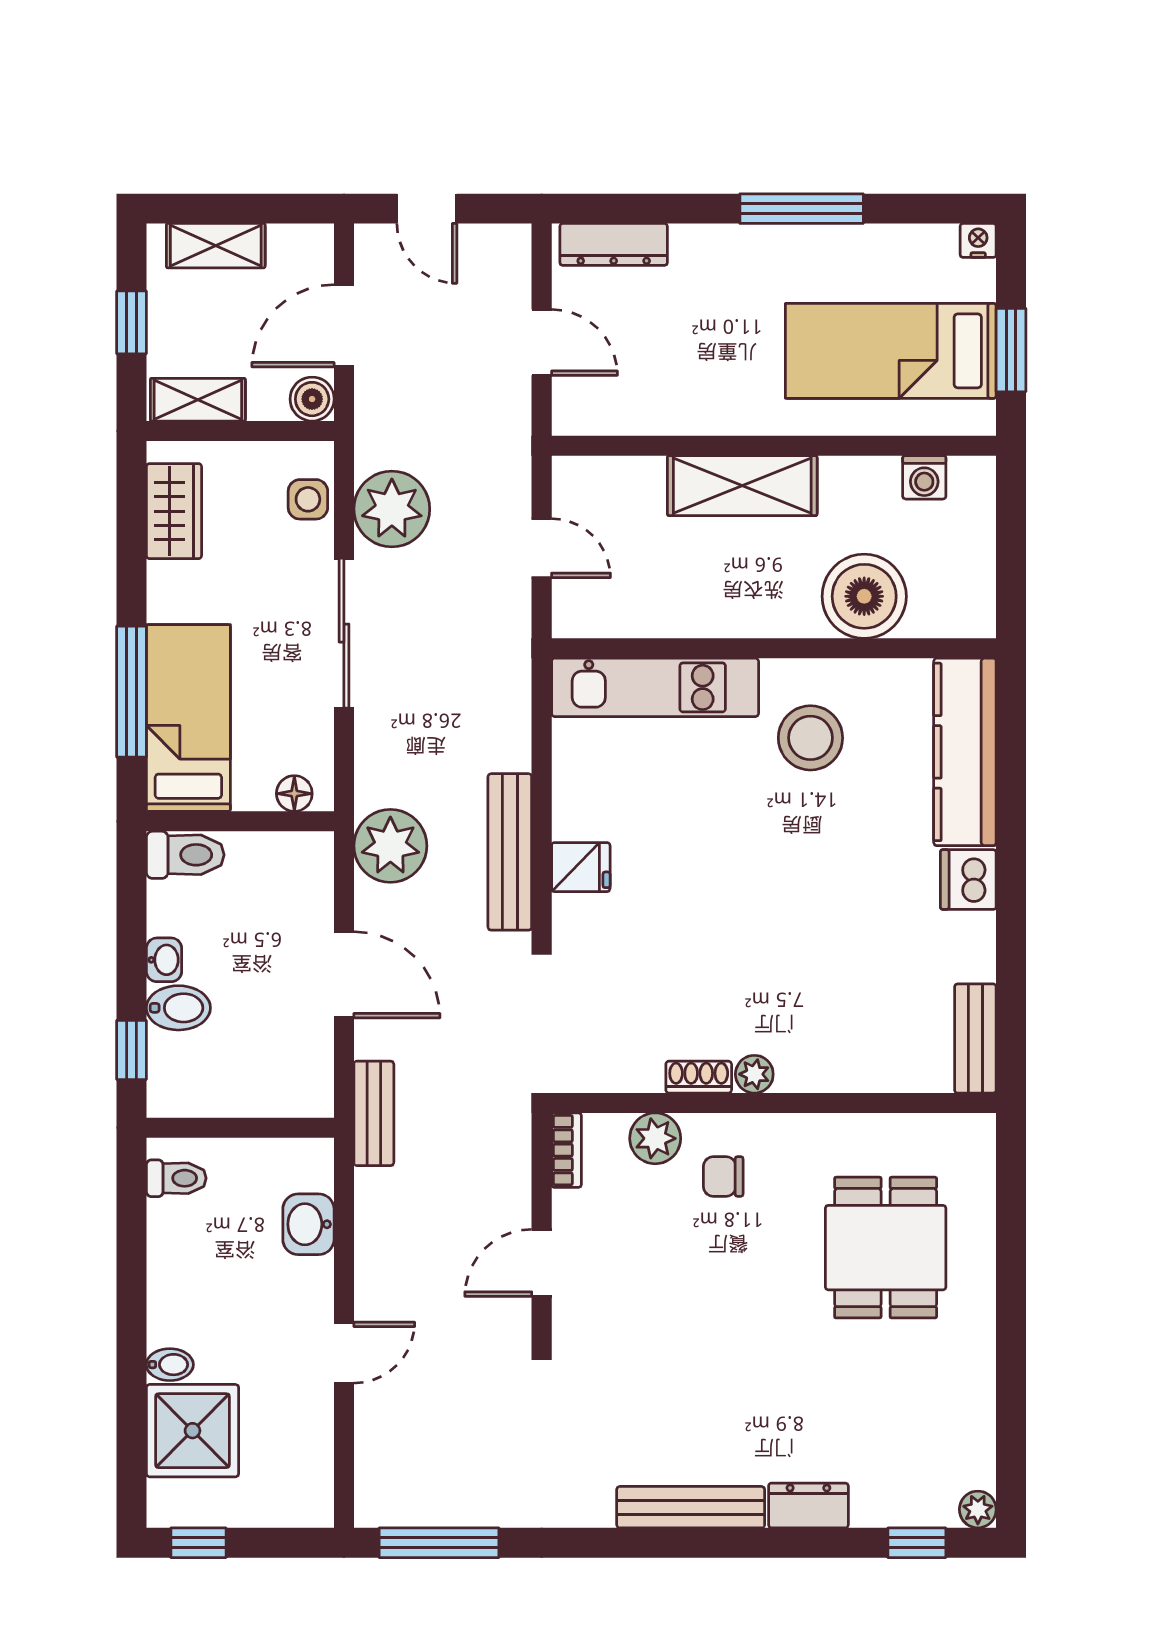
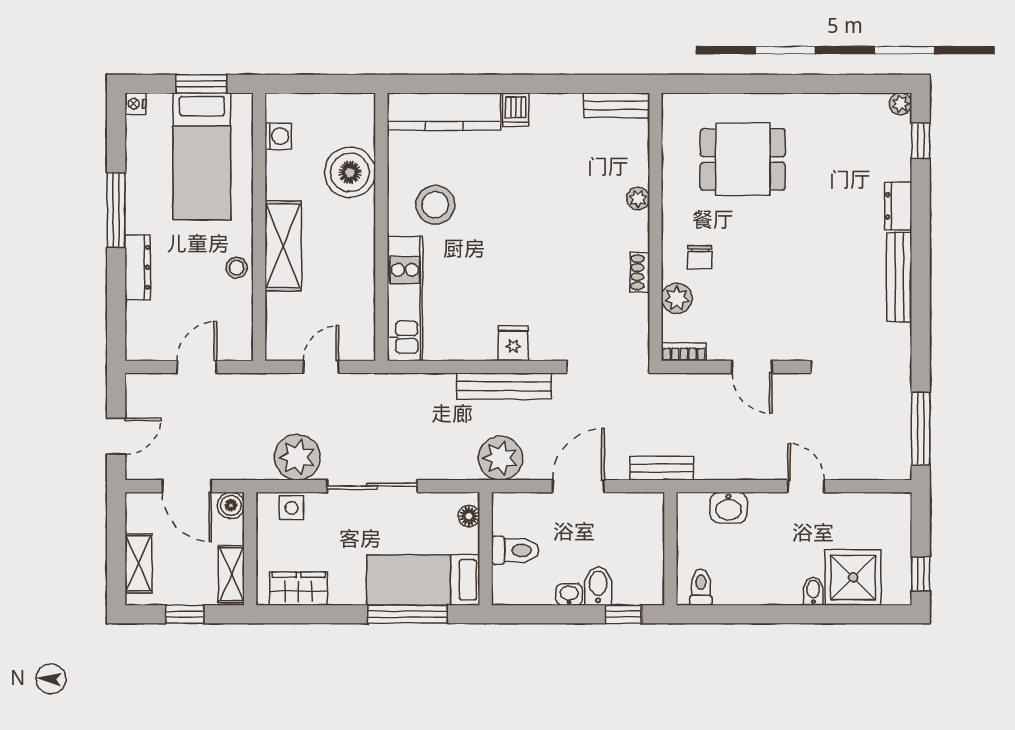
dresser: (614, 244) -> (138, 267), moved
stool: (706, 408) -> (237, 268), added
toilet: (185, 855) -> (515, 550), moved, turned 90
dishwasher: (968, 880) -> (516, 110), width x0.73
plant: (754, 1074) -> (638, 199), moved

